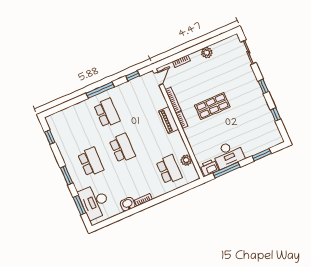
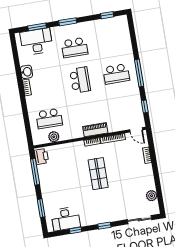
plant: (207, 53) -> (152, 196), moved
school desk: (122, 148) -> (80, 80), turned -90
desk: (228, 154) -> (66, 219), moved, turned -90

